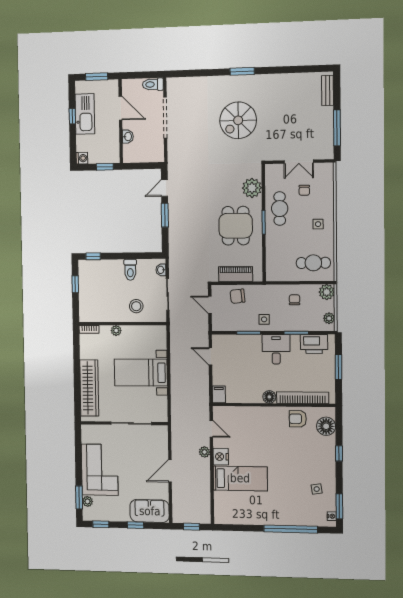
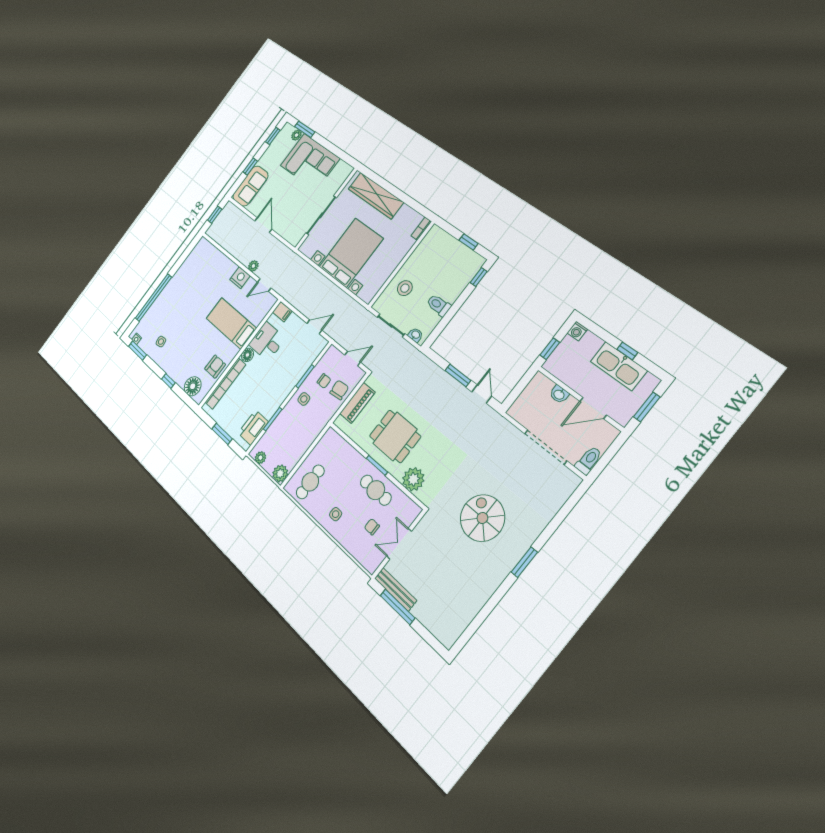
bench: (328, 90) -> (395, 589), moved, width x1.36
chair: (295, 300) -> (324, 381), moved
plant: (116, 331) -> (400, 254), removed
desk: (276, 349) -> (267, 341), moved, turned 180
bed with nightstands: (141, 373) -> (351, 253), width x1.36
bed: (240, 478) -> (231, 323), moved, turned 90

